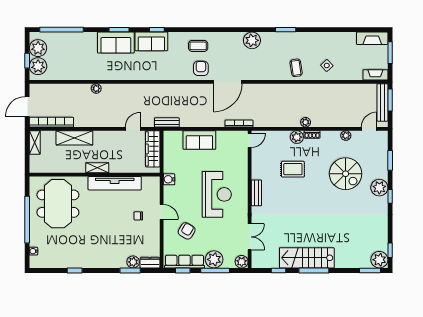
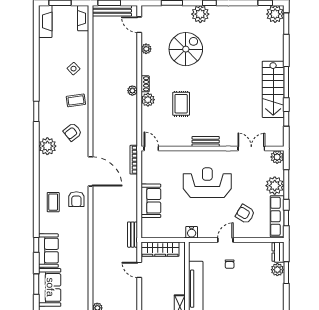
armchair: (266, 65) -> (73, 132), added
armchair: (201, 68) -> (76, 199), turned -90

